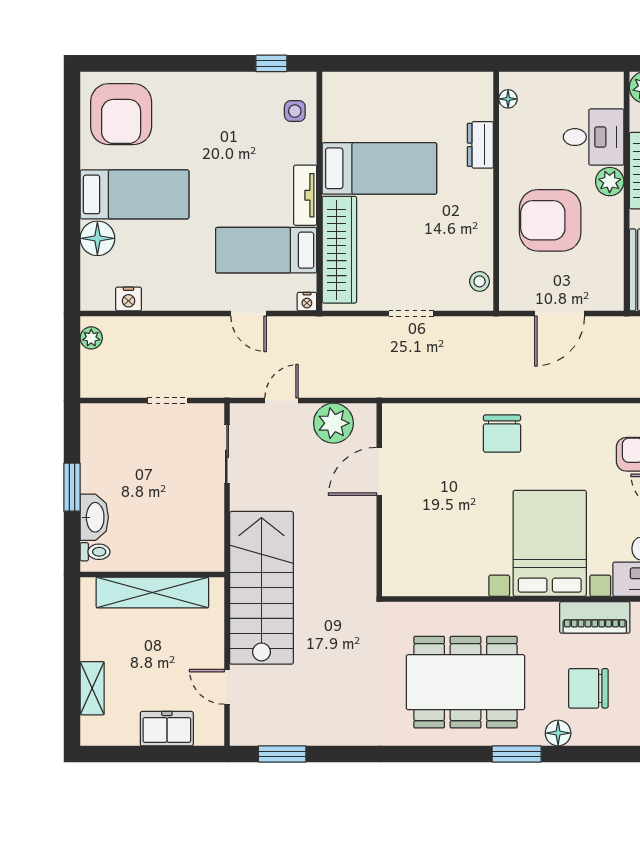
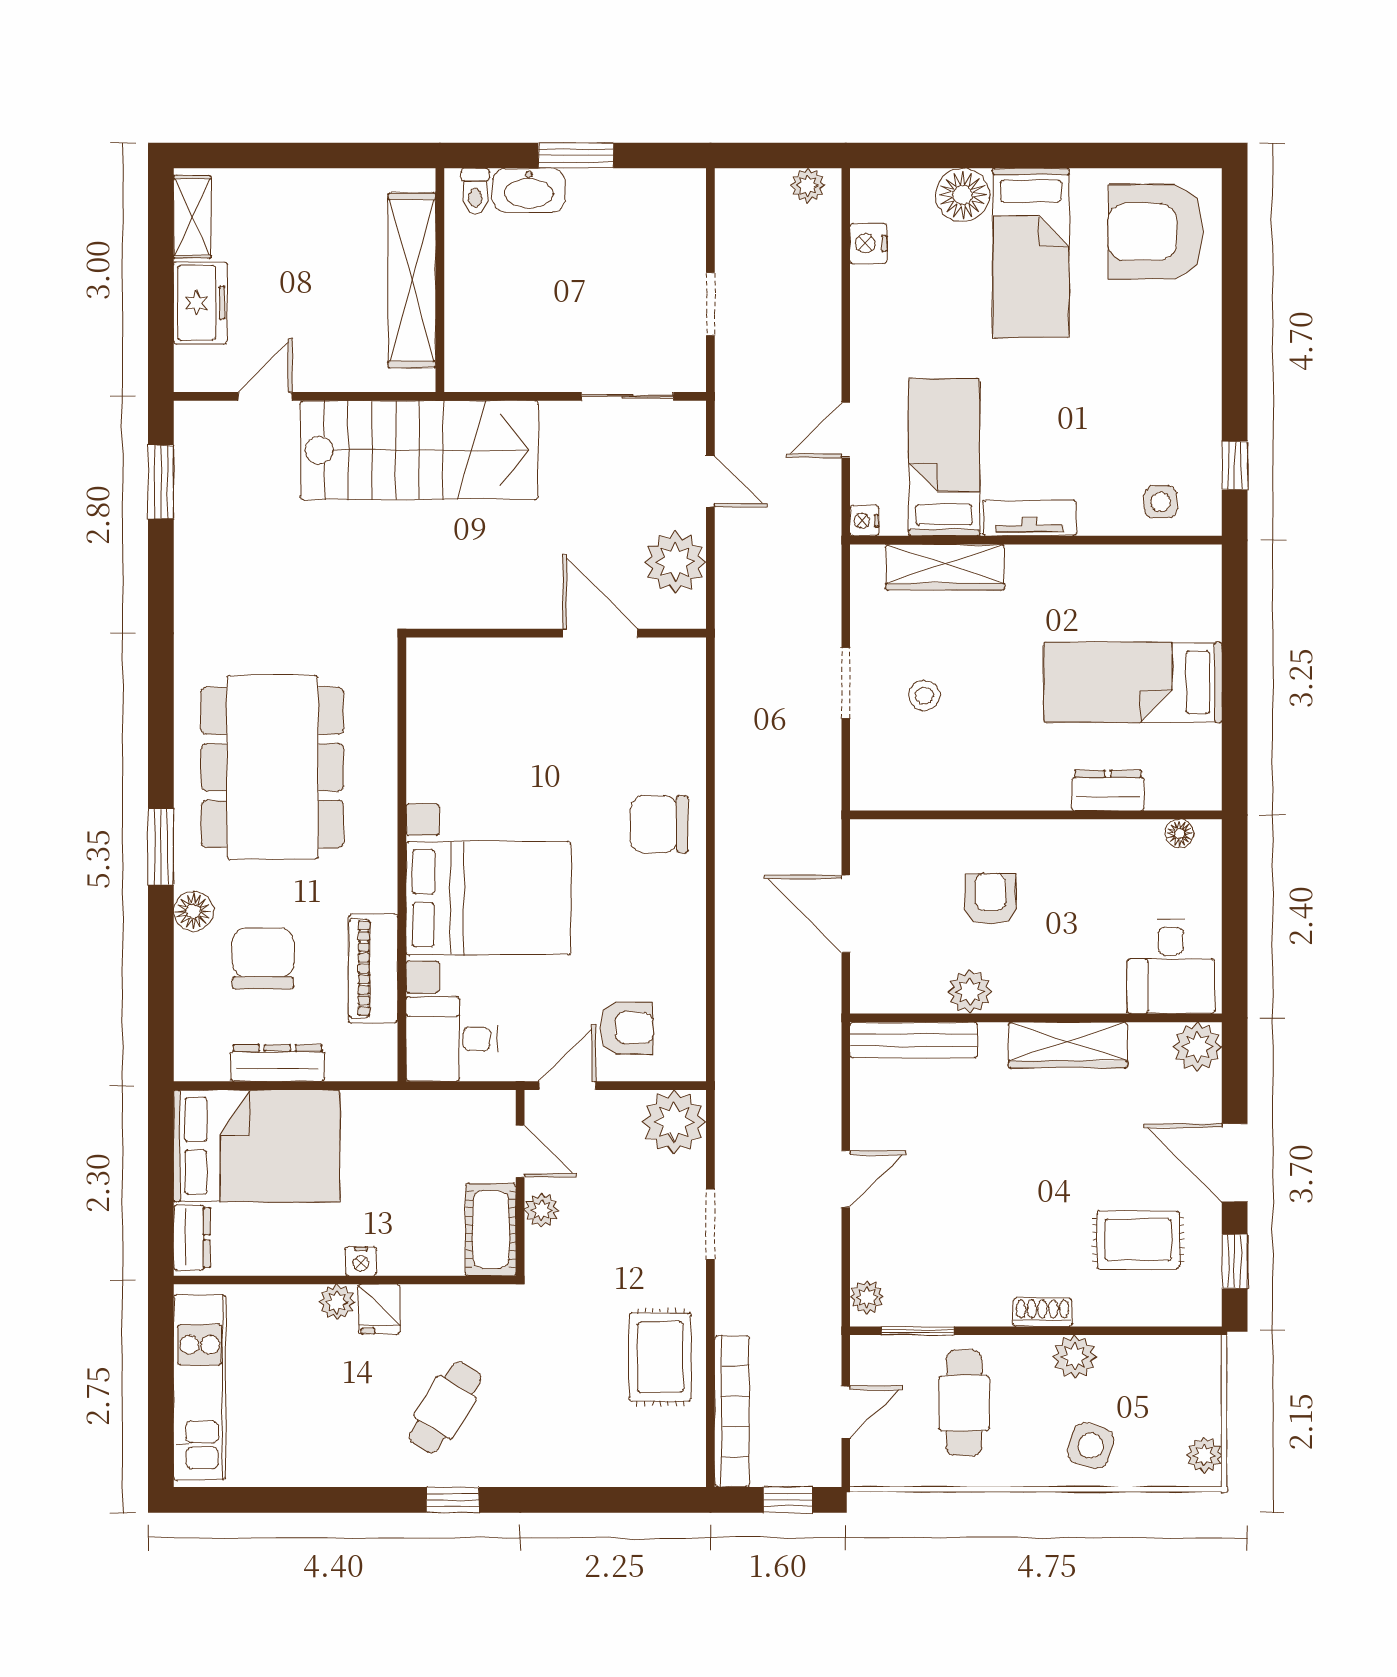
desk: (594, 137) -> (1171, 967), moved
bed: (379, 168) -> (1133, 682), moved, turned 90
plant: (610, 182) -> (970, 992), moved
armchair: (550, 220) -> (991, 899), width x0.53, depth x0.53
wardrobe: (339, 250) -> (945, 567), width x0.71, depth x0.85
stool: (480, 281) -> (924, 695), moved
shelving: (92, 688) -> (192, 217), moved, turned 90

